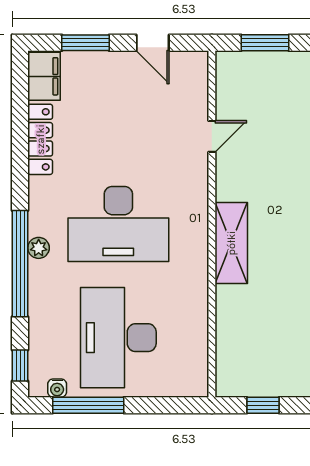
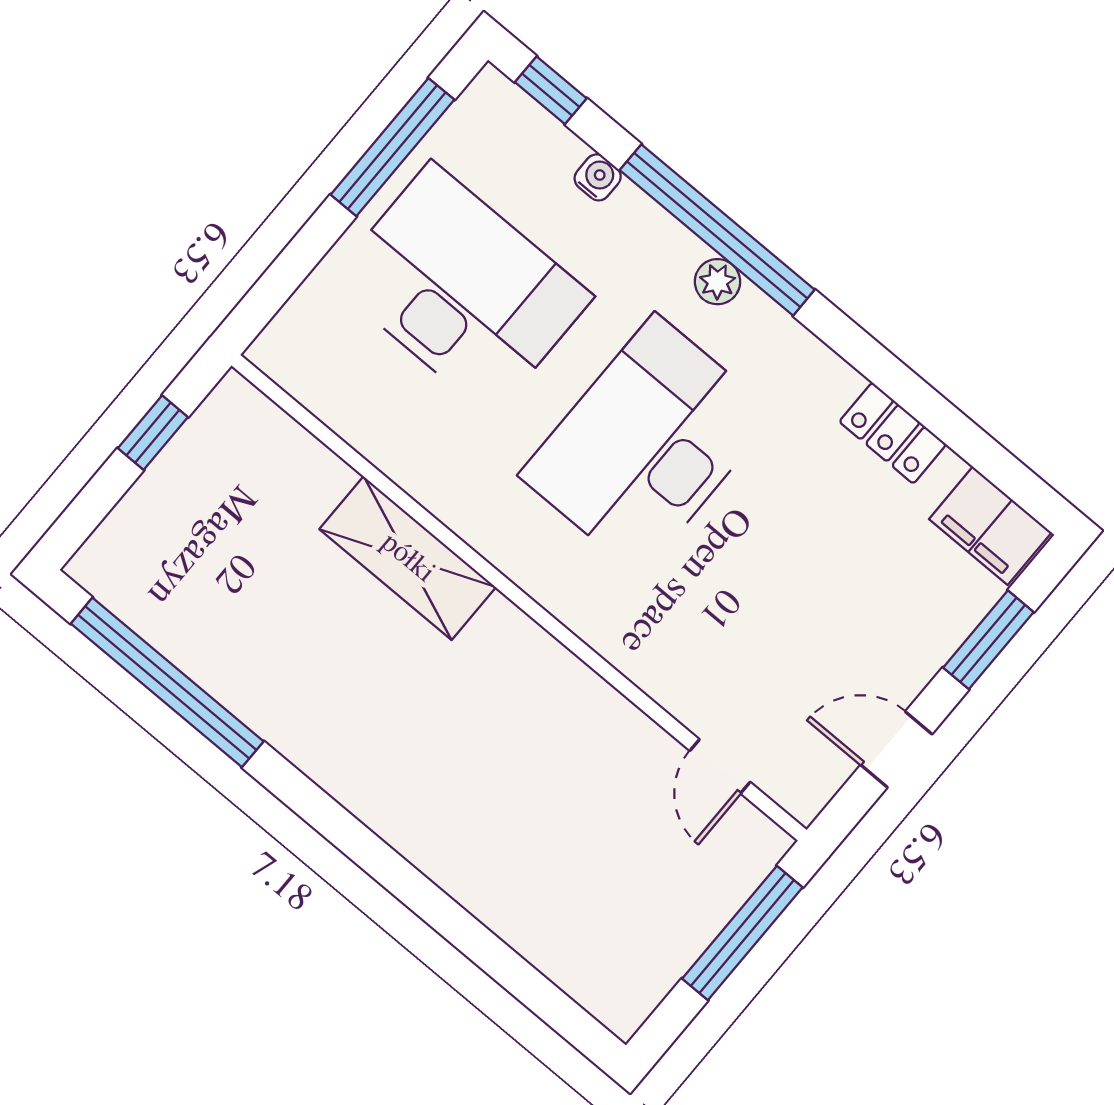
window: (265, 43) -> (742, 933), width x1.44
door: (212, 136) -> (720, 766), moved
locker: (40, 139) -> (893, 433), width x0.66
shelving: (231, 243) -> (408, 558), moved
water cooler: (57, 388) -> (598, 177), moved, turned 90

